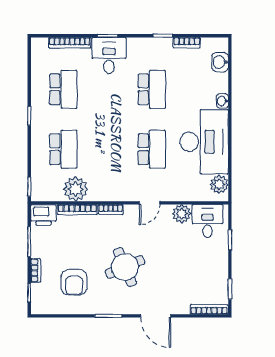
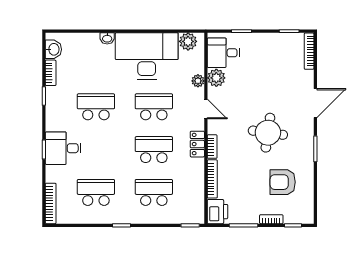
bookcase: (70, 43) -> (51, 203), moved
washbasin: (220, 62) -> (53, 49), moved, turned -90
school desk: (107, 149) -> (154, 150), added
plant: (76, 189) -> (198, 81), moved, width x0.53, depth x0.53
locker: (113, 194) -> (197, 144), added
round table: (125, 267) -> (268, 133), turned 31
armchair: (74, 282) -> (283, 182), turned 180

